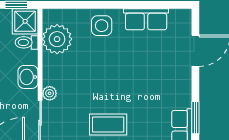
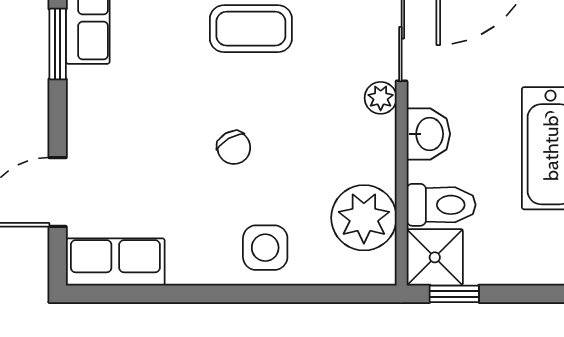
row of seats: (146, 19) -> (115, 262), moved
toilet: (27, 42) -> (441, 205), width x1.37, depth x1.39
chair: (116, 71) -> (234, 148), added

